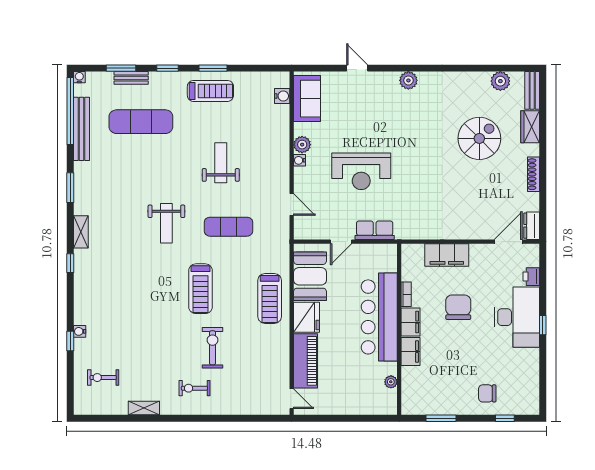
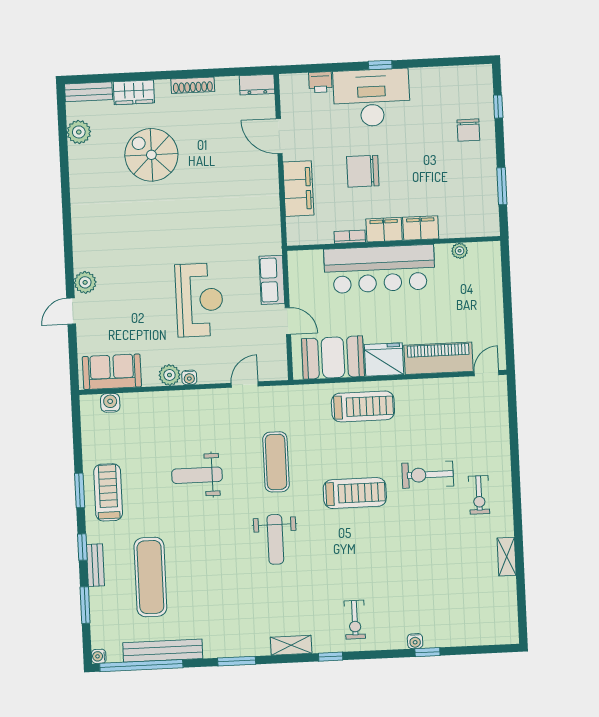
bench: (131, 78) -> (95, 565), moved
plant: (408, 80) -> (85, 282), moved
weight bench: (166, 223) -> (275, 539), turned 90
door: (508, 242) -> (279, 136), moved
exercise bike: (103, 378) -> (355, 620), moved

